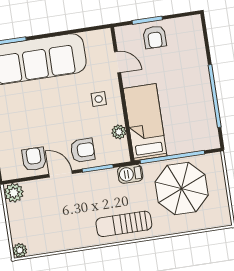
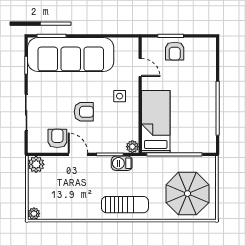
plant: (119, 132) -> (132, 147), moved
armchair: (83, 150) -> (84, 112), moved
barbecue: (130, 174) -> (122, 163), moved
parasol: (182, 189) -> (187, 194), moved
sun lounger: (124, 224) -> (125, 205), turned 180

